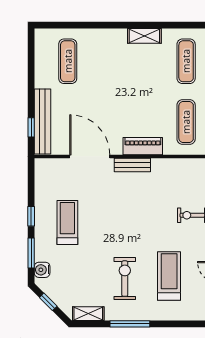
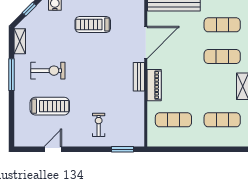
exercise mat: (107, 61) -> (222, 56), added
treadmill: (67, 223) -> (93, 25), turned 180

